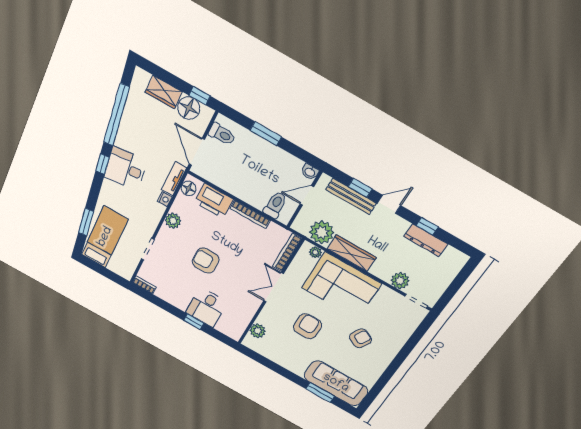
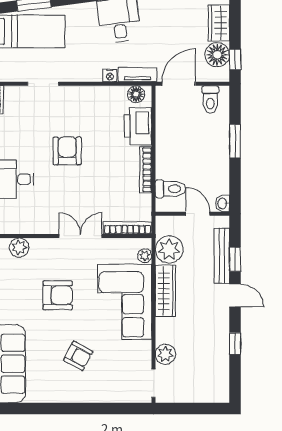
plant: (173, 221) -> (91, 95), removed
dresser: (426, 240) -> (221, 351), removed

